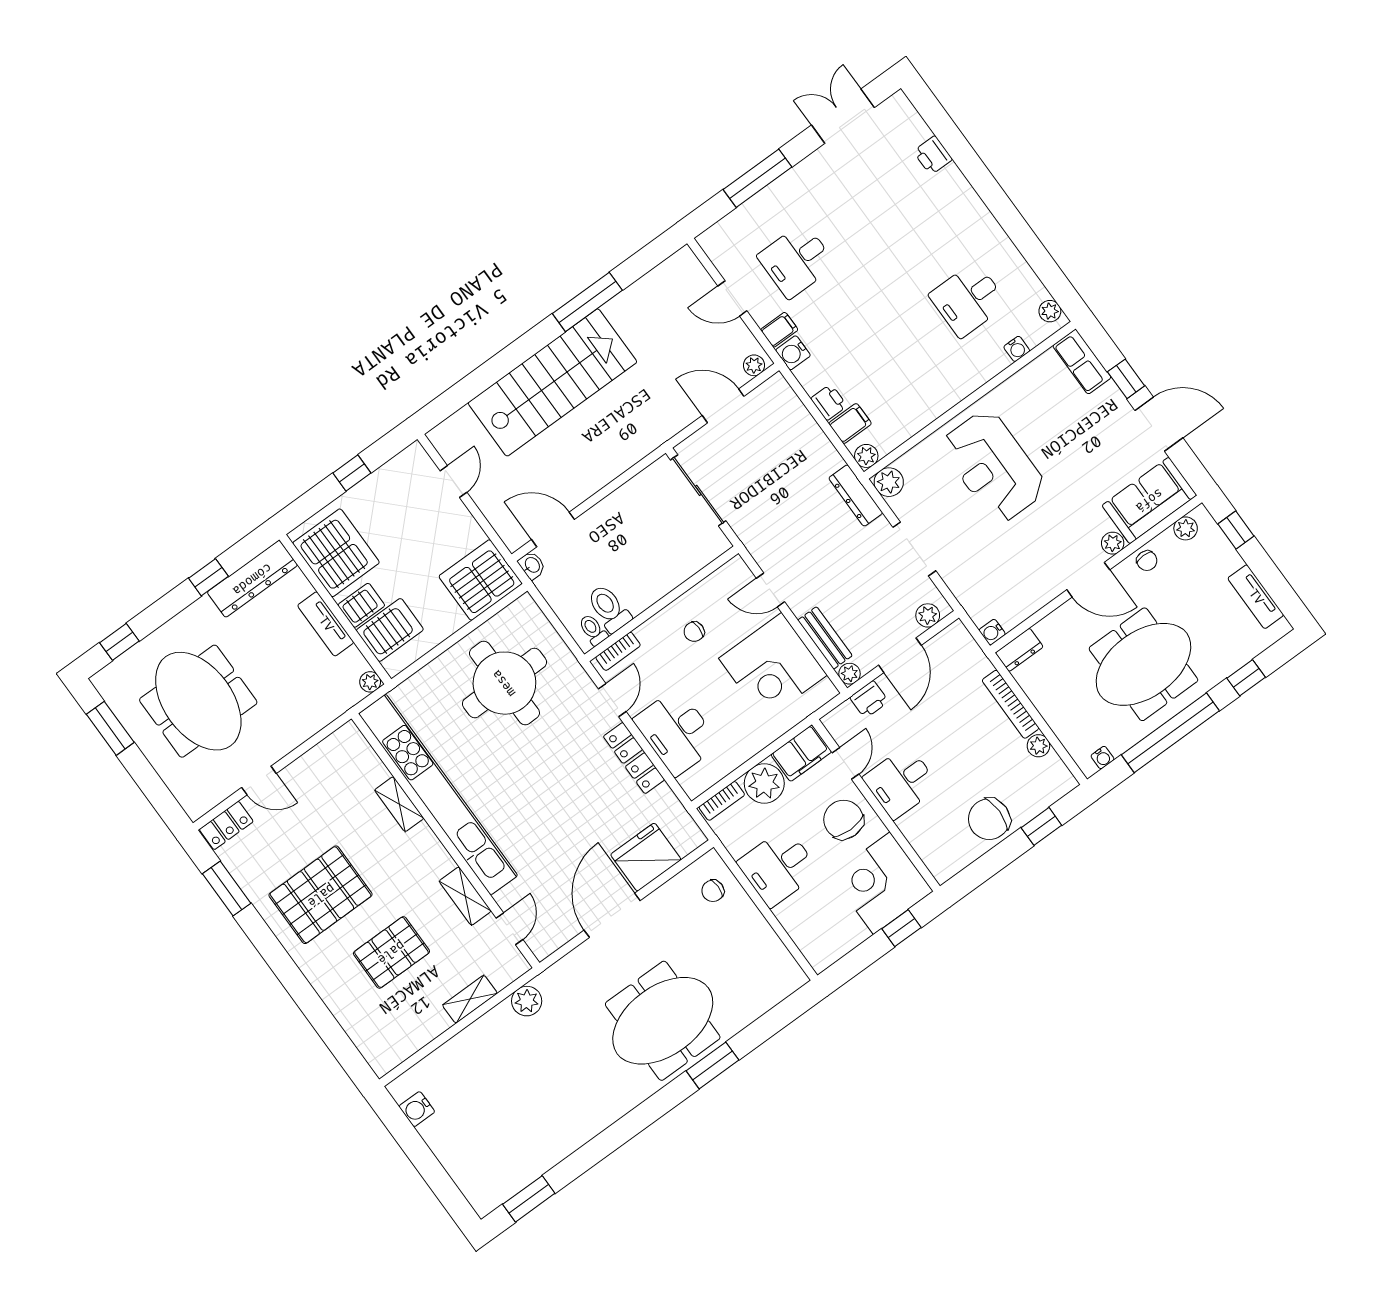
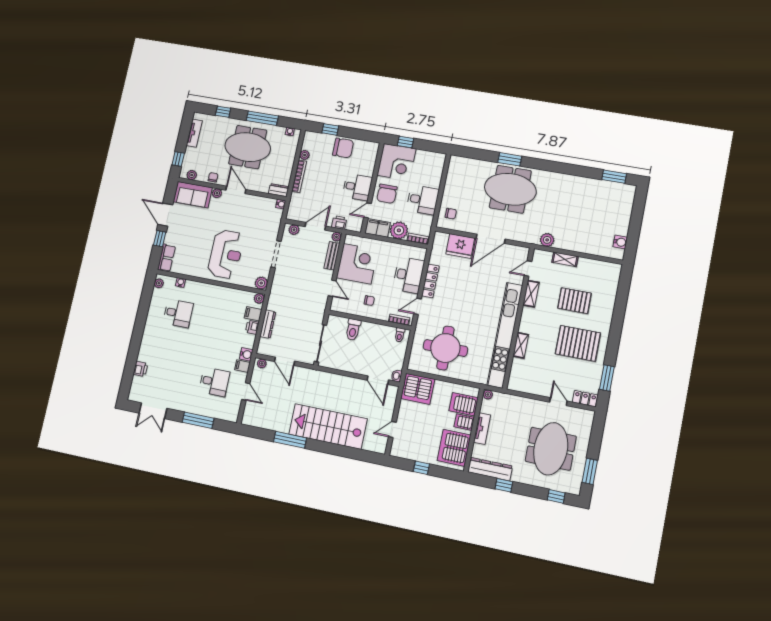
dresser: (856, 495) -> (268, 324), moved
toilet: (609, 608) -> (353, 330), moved
window: (1170, 733) -> (262, 118), width x0.68

